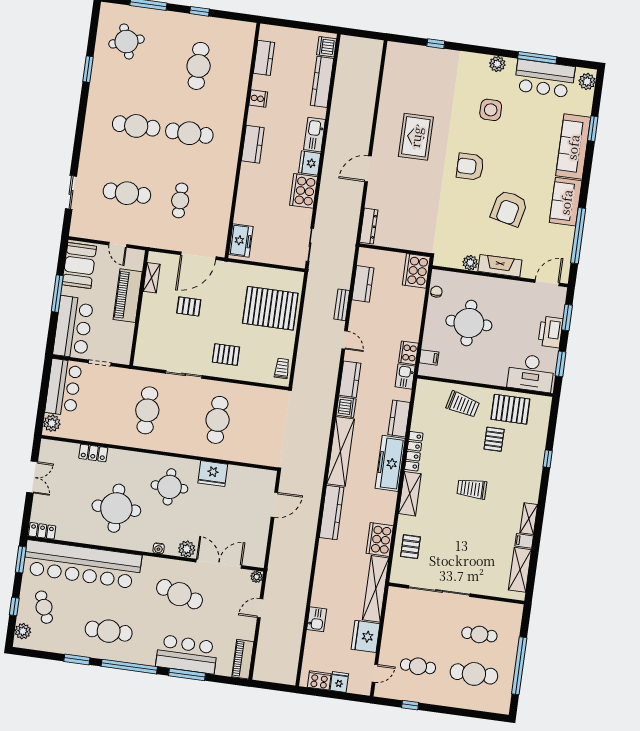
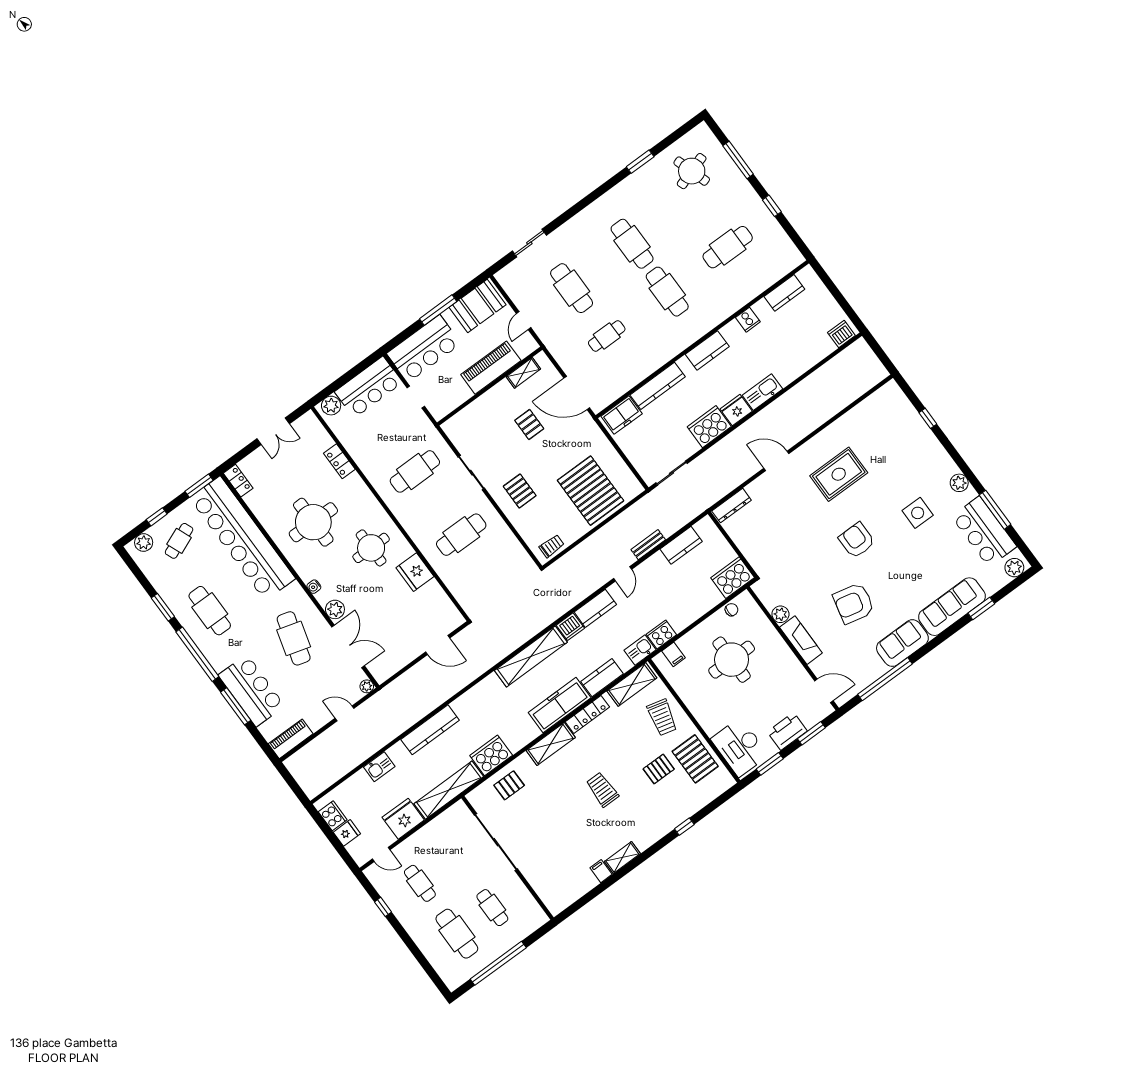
kitchen counter: (322, 82) -> (658, 386), moved, turned 180
kitchen counter: (332, 512) -> (430, 730), moved
shelving: (520, 570) -> (632, 685), moved

